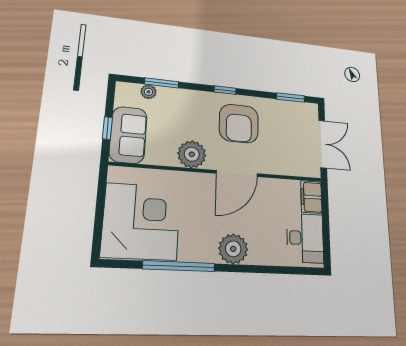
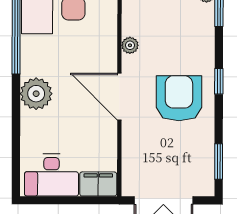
armchair: (239, 123) -> (179, 98), turned 90
plant: (192, 154) -> (130, 45), width x0.53, depth x0.53

